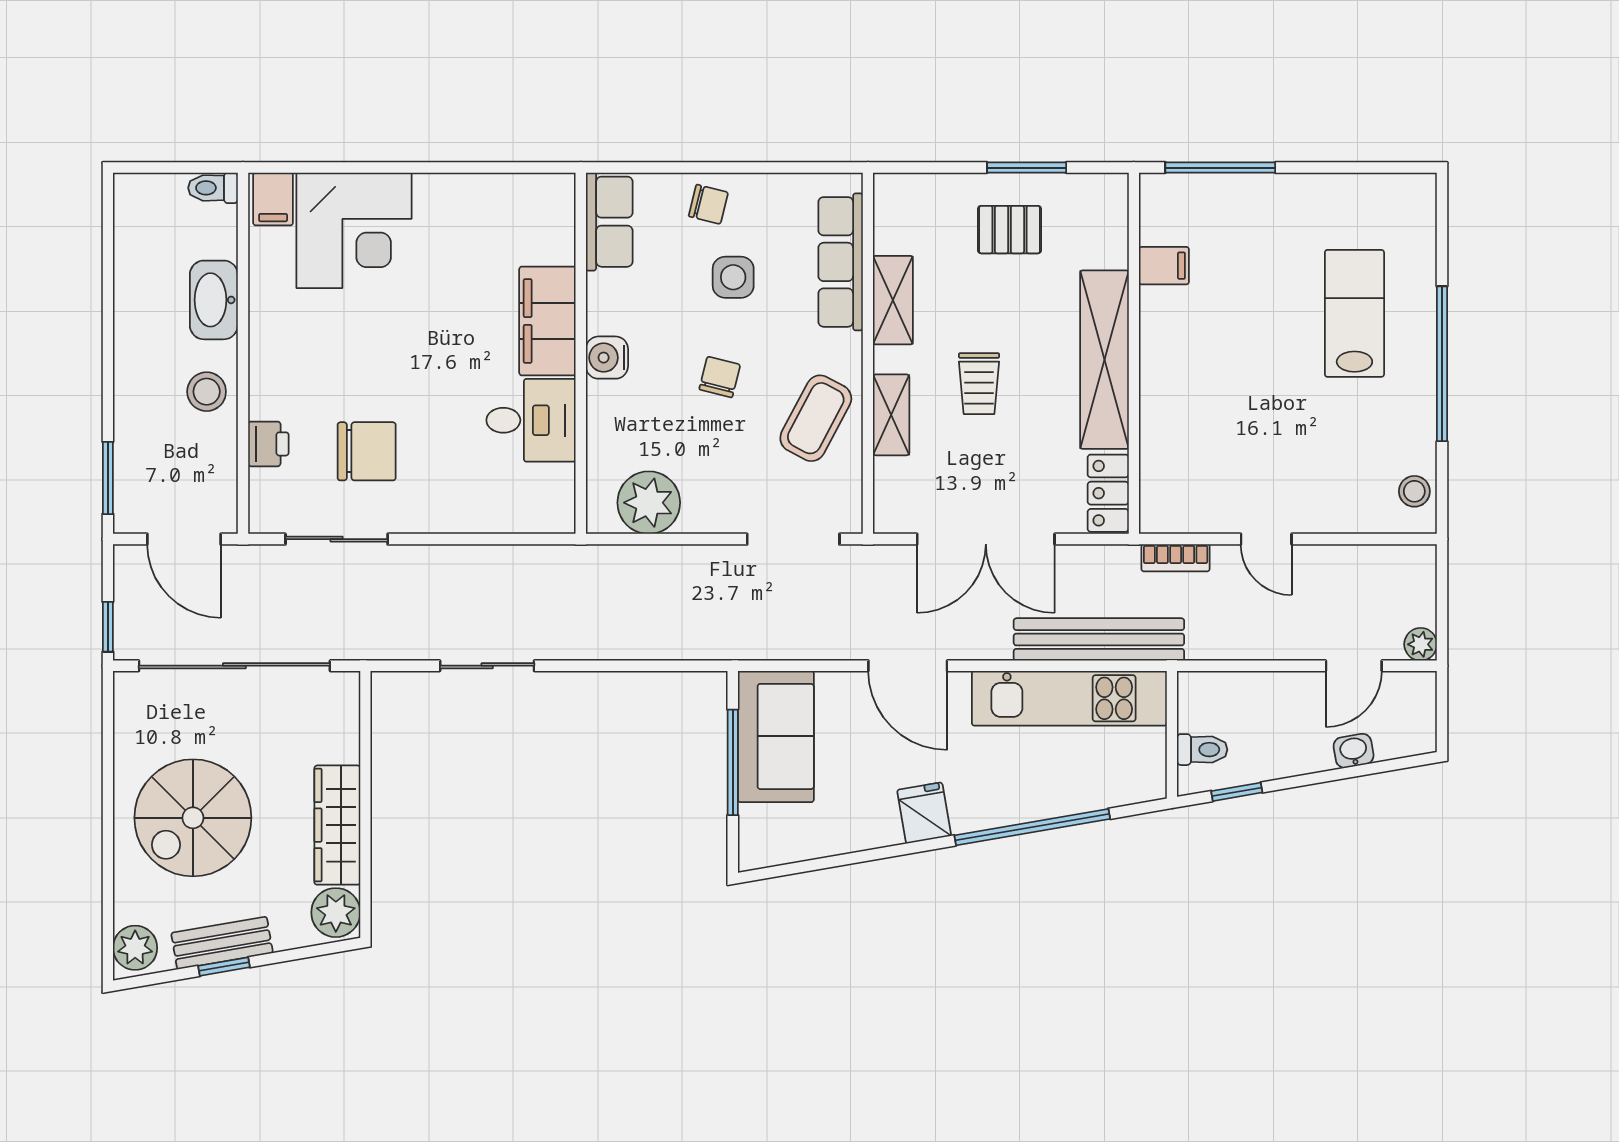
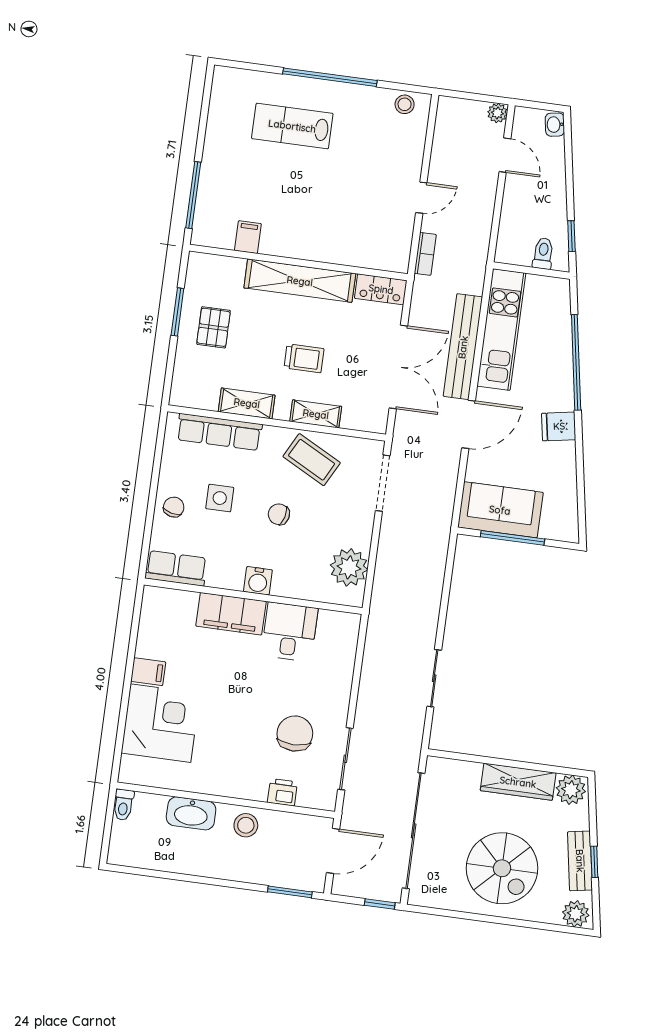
filing cabinet: (273, 199) -> (148, 672), moved
bench: (1099, 639) -> (463, 347), moved
washbasin: (1354, 751) -> (555, 125), moved

